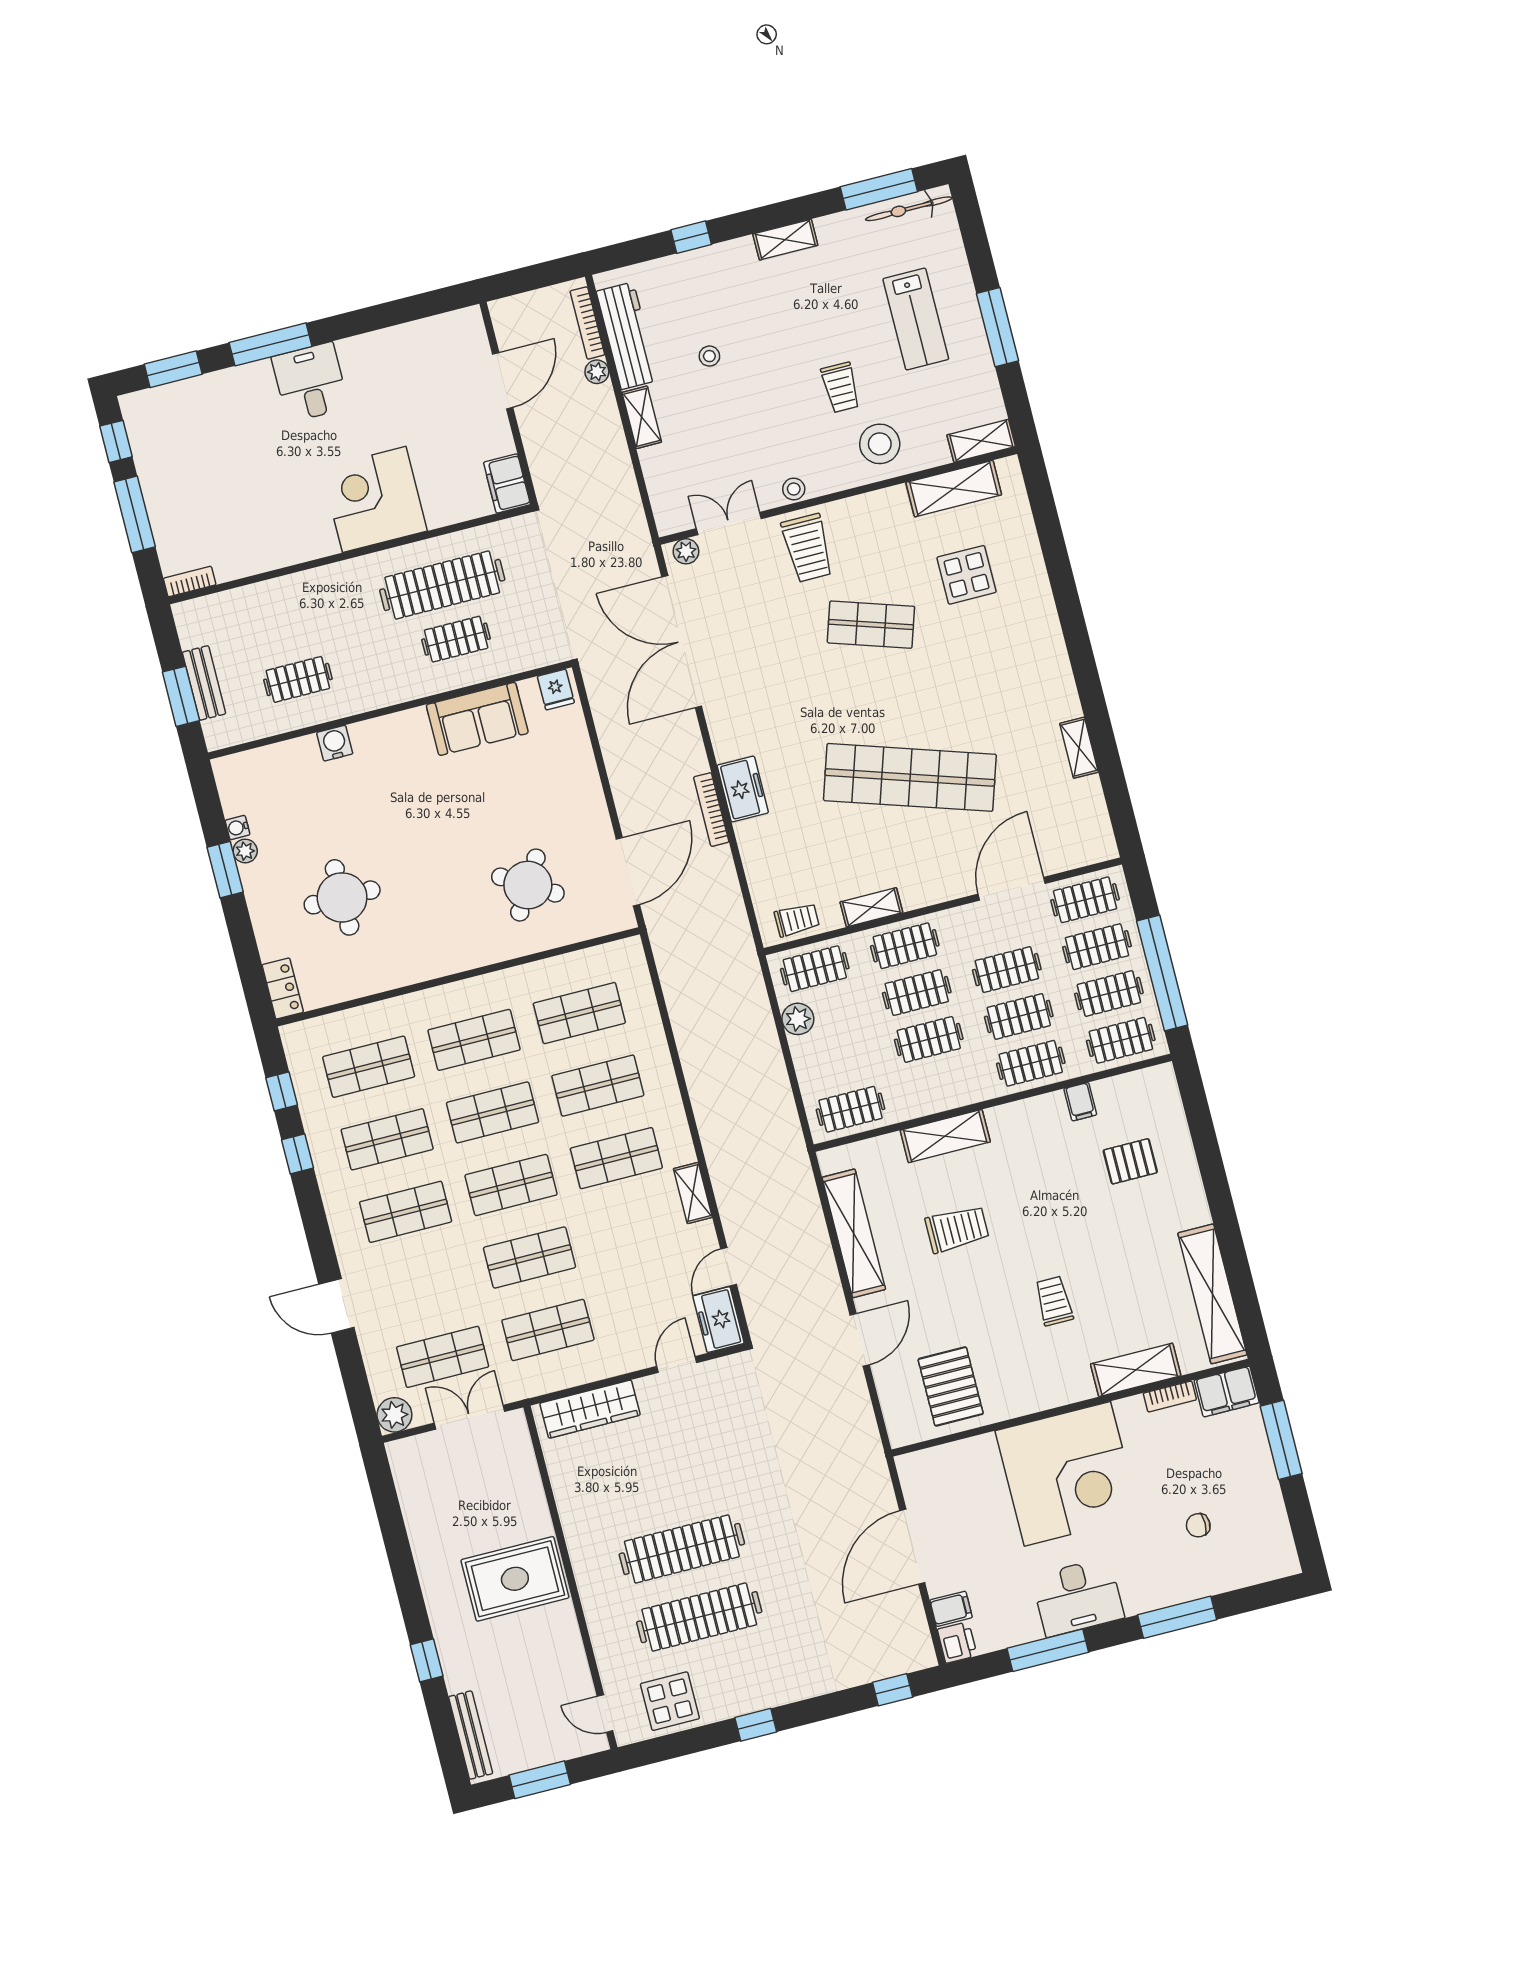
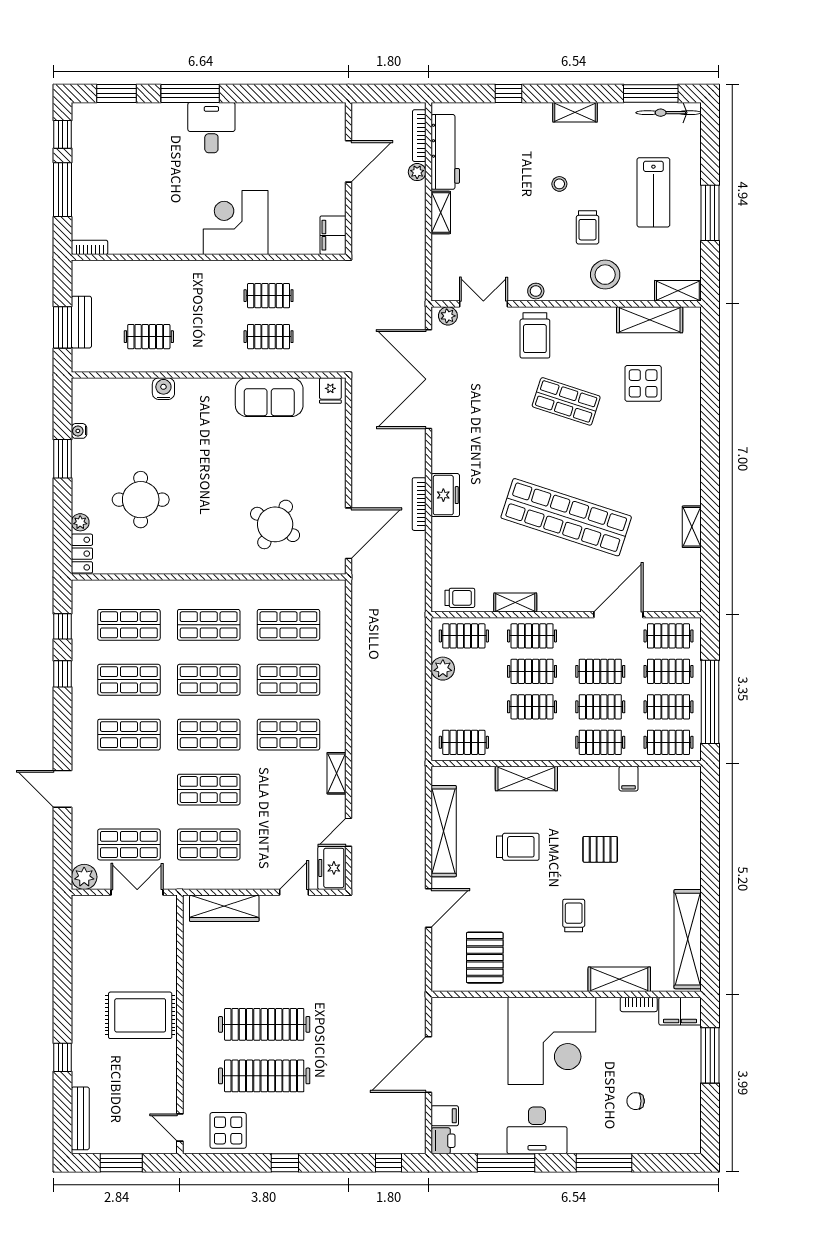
stool: (709, 356) -> (559, 184), moved
clothes rail: (442, 585) -> (269, 296), width x0.54, depth x0.76
plant: (245, 851) -> (80, 522), moved
pallet: (1130, 1161) -> (600, 849), moved

